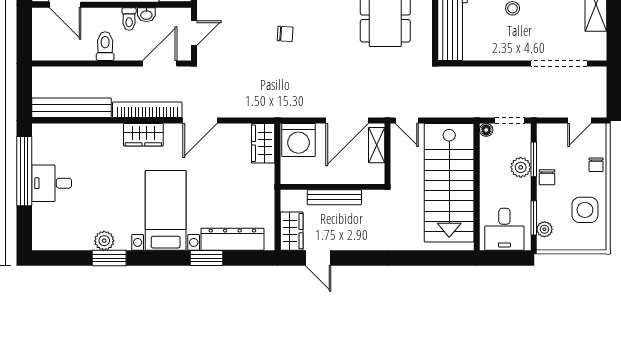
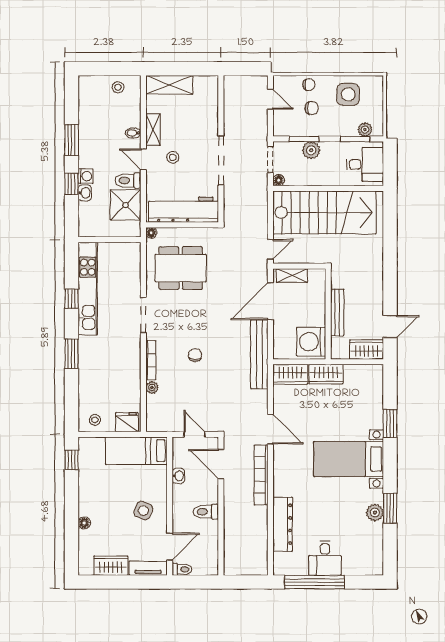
toilet: (129, 19) -> (182, 569), moved
doorway: (559, 64) -> (221, 160), moved
bench: (71, 108) -> (259, 354), moved
door: (347, 120) -> (270, 301), swing flipped
wardrobe: (143, 135) -> (326, 374), moved, turned 90
washing machine: (298, 140) -> (311, 342), moved, turned 180
chair: (547, 177) -> (312, 108), moved
dresser: (232, 239) -> (283, 524), moved, turned 180

